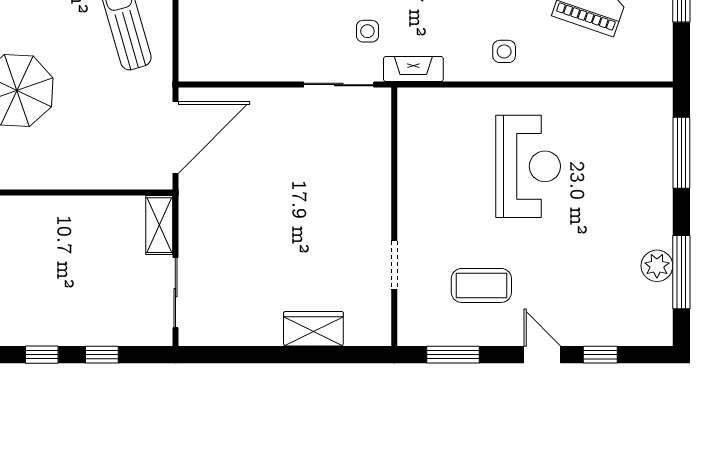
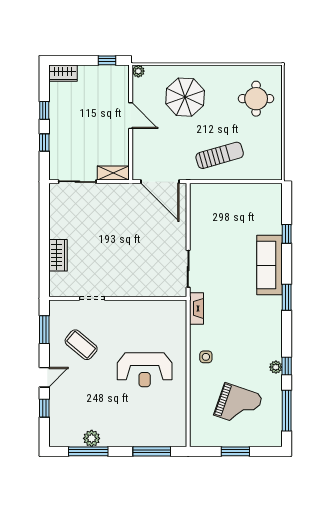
side table: (367, 31) -> (217, 284), removed
door: (52, 193) -> (131, 116), added
coffee table: (481, 285) -> (81, 345), turned -50

